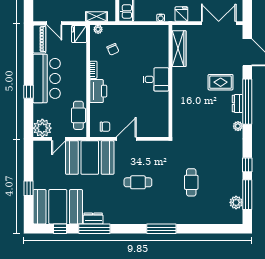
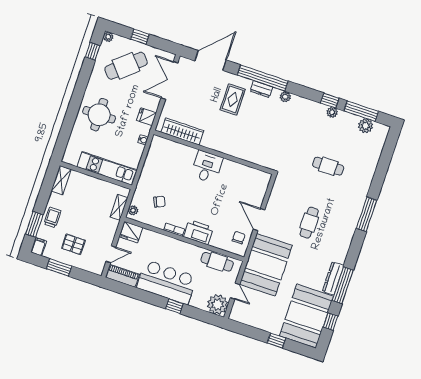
plant: (238, 170) -> (332, 112), added
dresser: (93, 218) -> (333, 278), width x1.44

